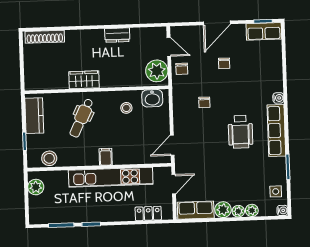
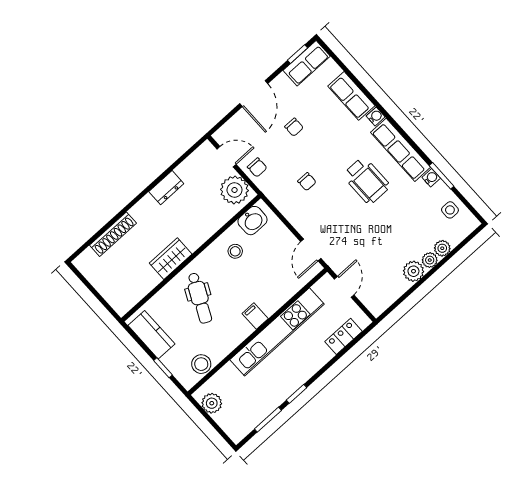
shoe rack: (45, 37) -> (113, 234), moved
row of seats: (196, 210) -> (351, 96), moved, turned -90
water cooler: (282, 210) -> (431, 178), moved

